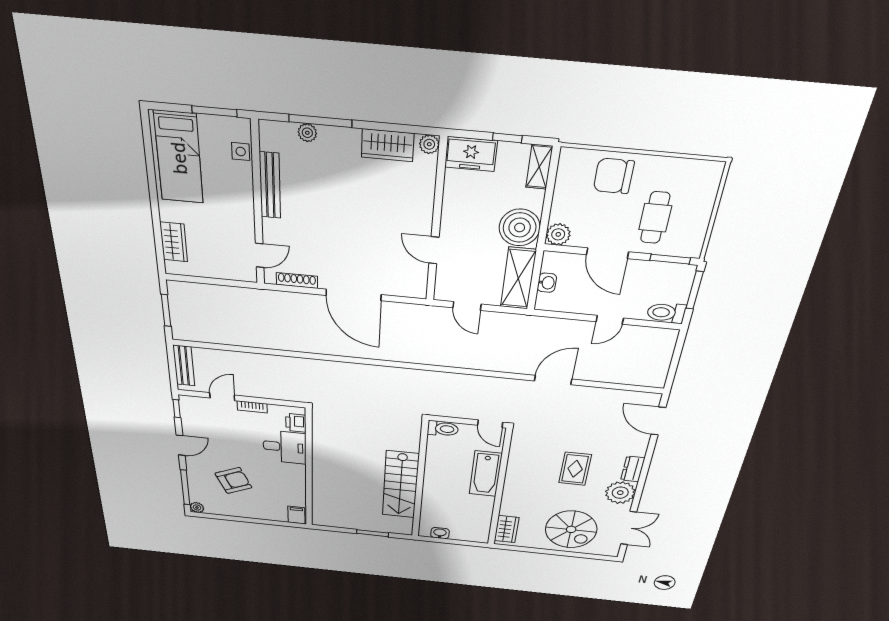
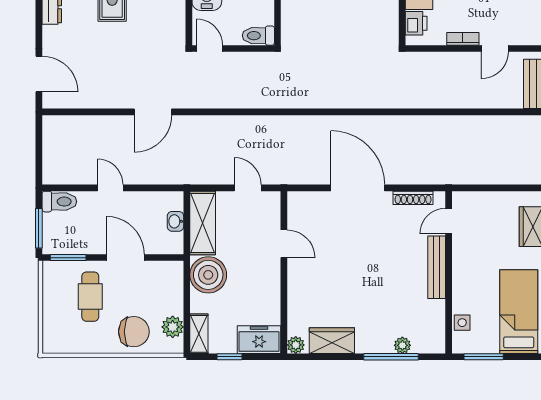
bench: (270, 185) -> (437, 267), moved
plant: (558, 234) -> (173, 327), moved
door: (610, 320) -> (110, 188), hinge flipped

